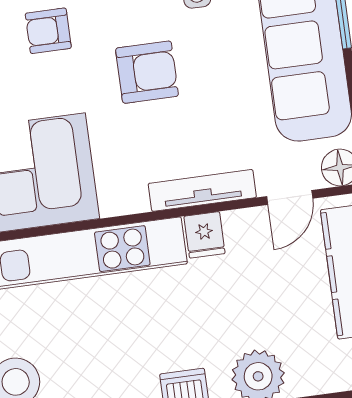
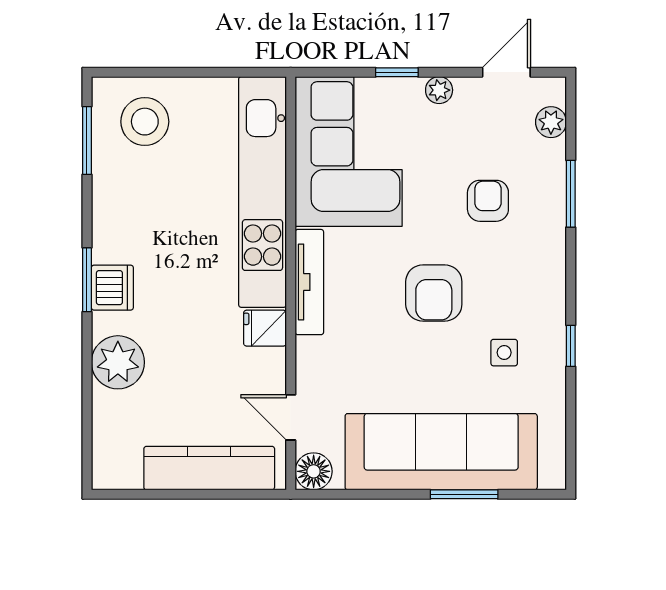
tv unit: (202, 190) -> (309, 282), moved

